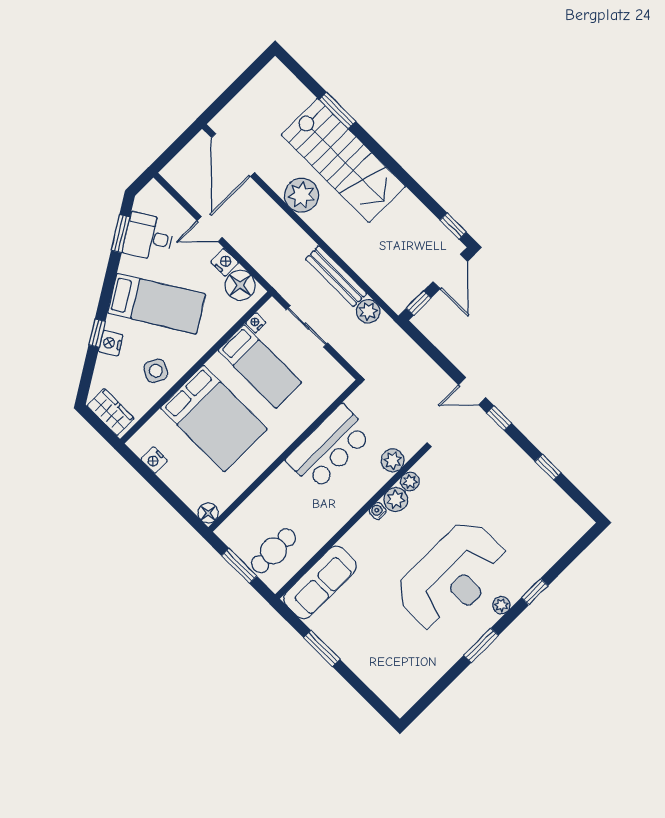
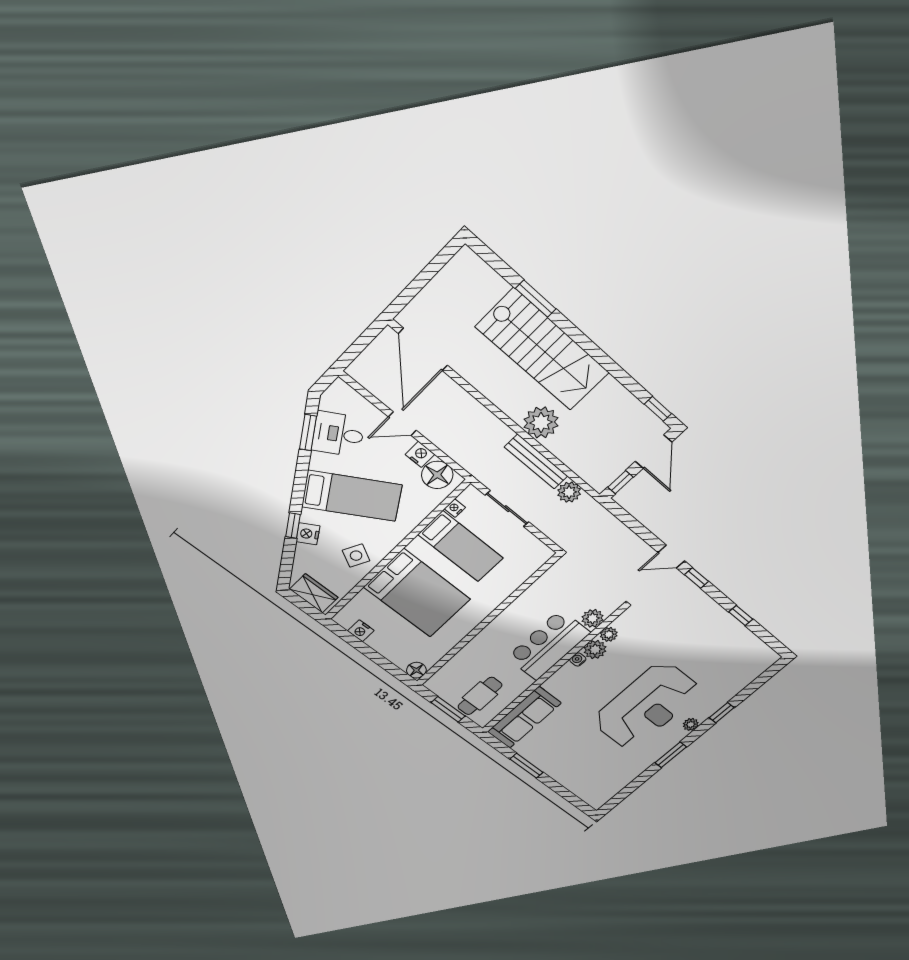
plant: (302, 195) -> (541, 423), moved
bar counter: (329, 447) -> (548, 645), moved, turned 180

